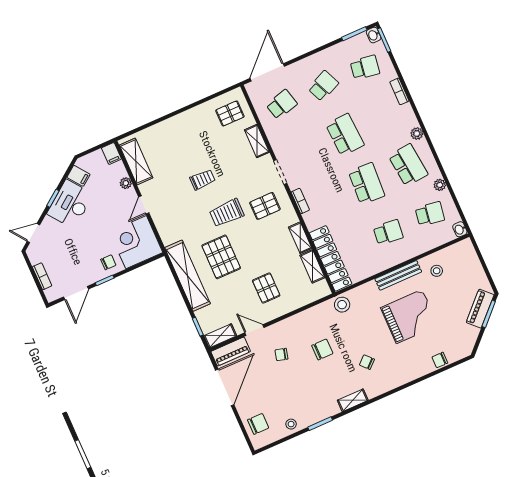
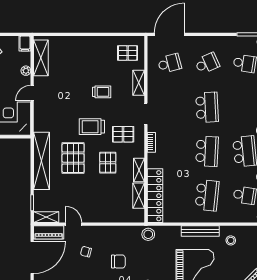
trolley: (202, 180) -> (102, 92), moved
school desk: (388, 232) -> (207, 195), width x1.85
pallet: (266, 288) -> (108, 163), moved

